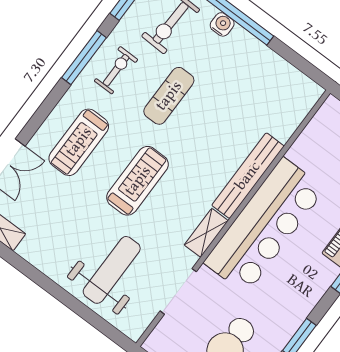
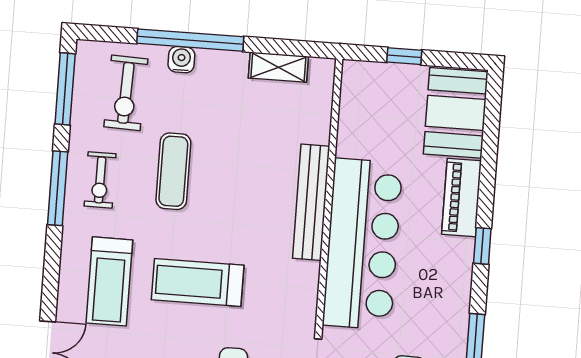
exercise bike: (116, 70) -> (100, 180), turned 180
treadmill: (138, 181) -> (198, 282), turned -90
shelving: (206, 233) -> (278, 67), moved, turned 90

